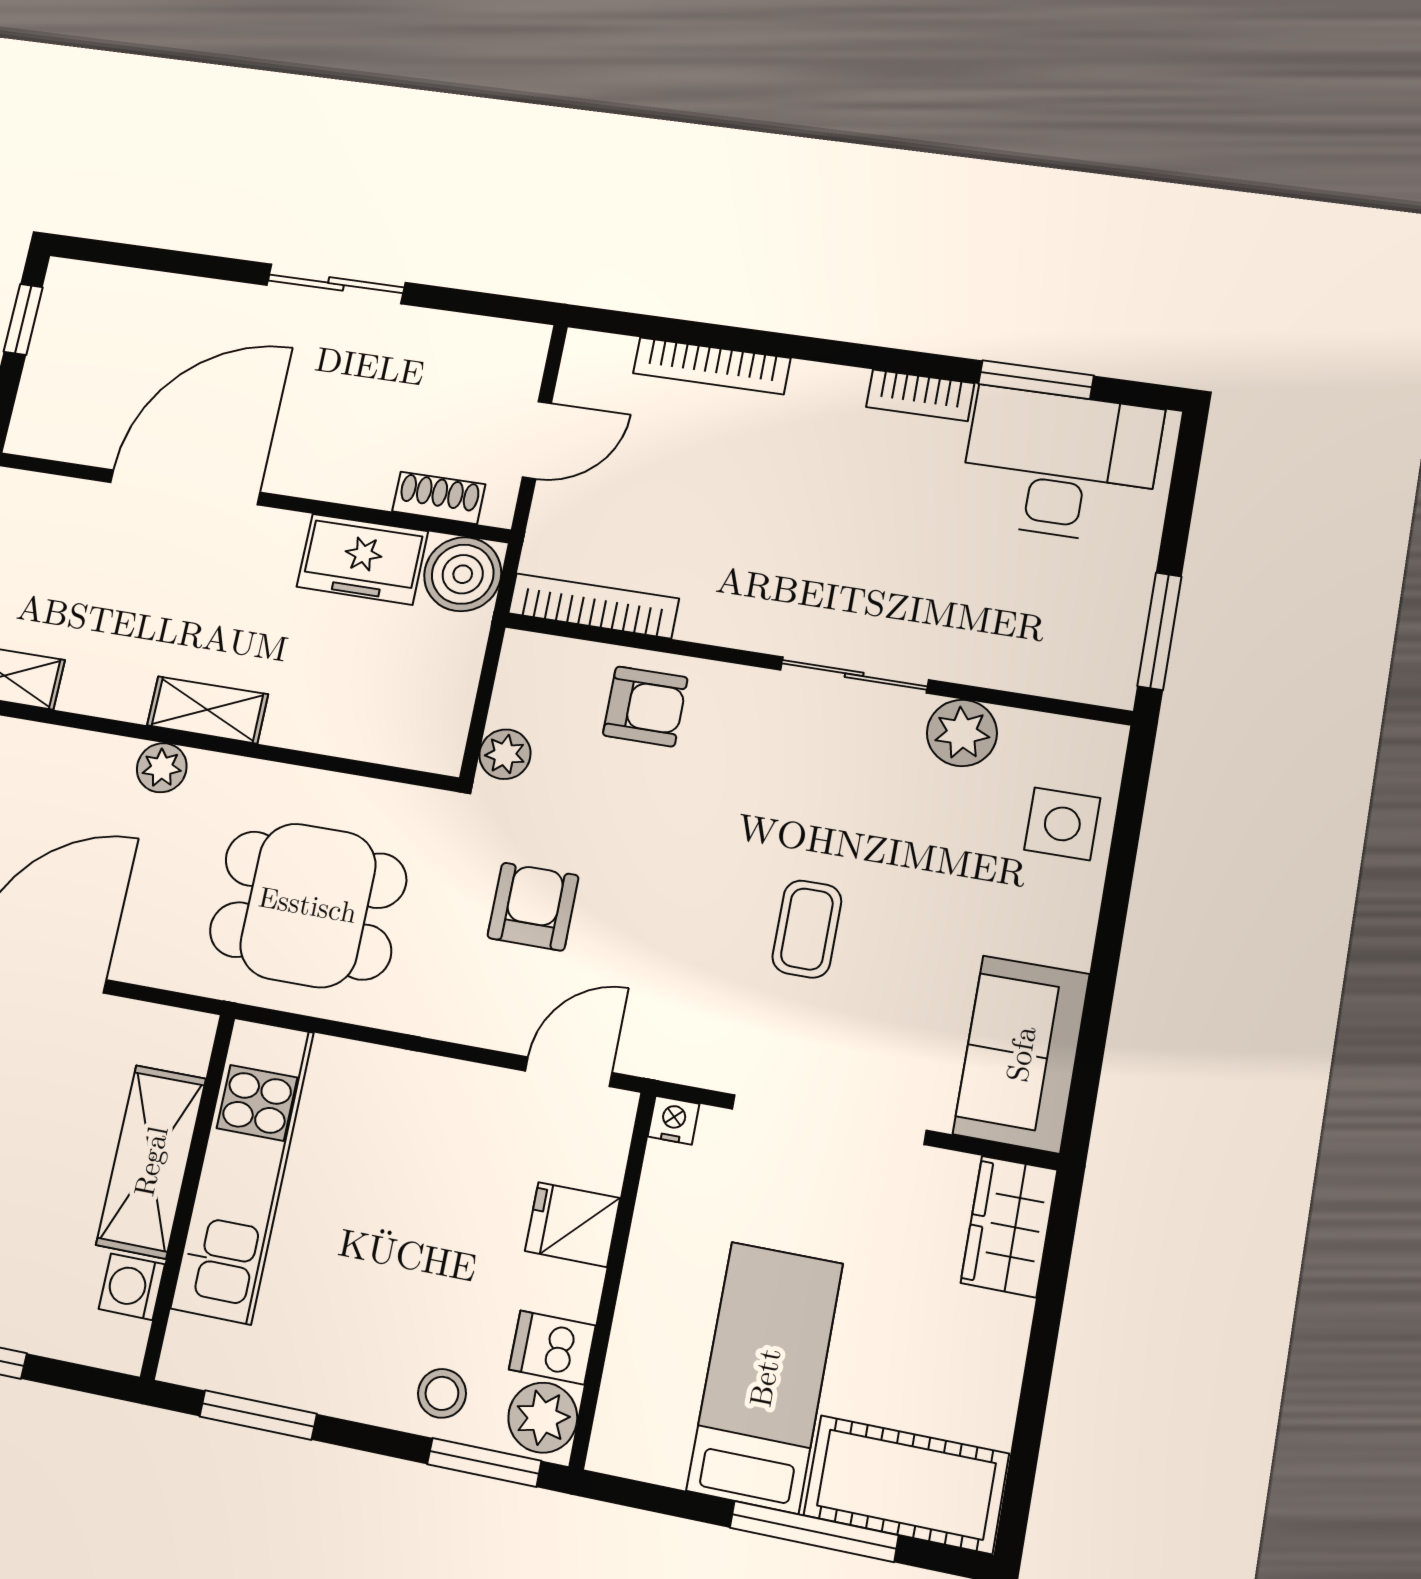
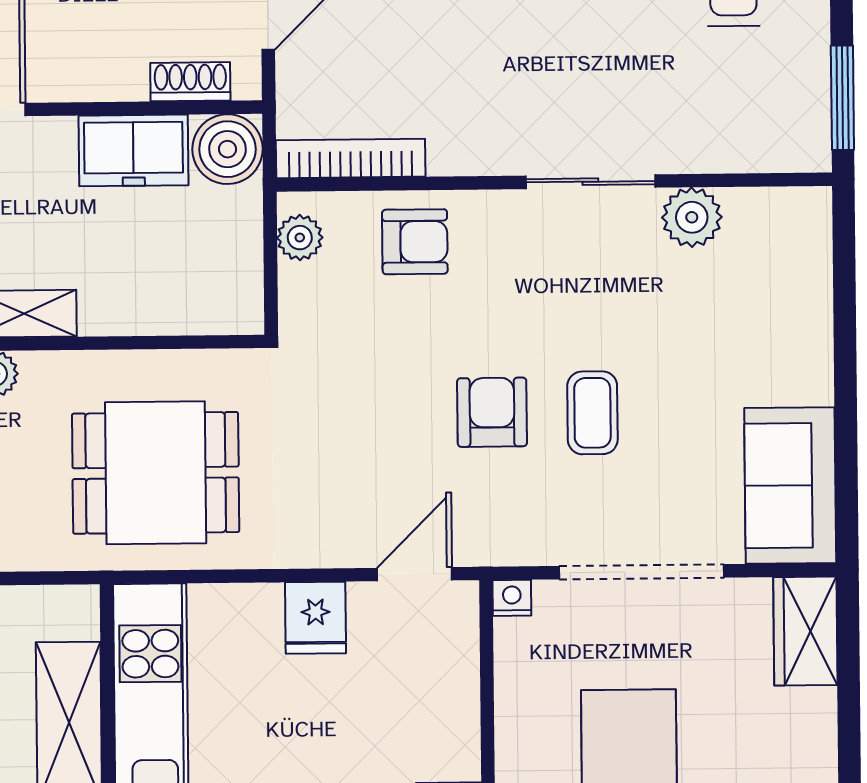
plant: (505, 754) -> (300, 238), moved
side table: (1062, 824) -> (790, 282), removed
armchair: (533, 907) -> (492, 412), moved
fridge: (572, 1225) -> (316, 618), moved, turned -90

